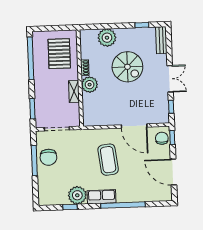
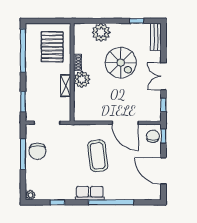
double door: (170, 79) -> (163, 76), swing flipped
plant: (77, 195) -> (30, 195), moved, width x0.53, depth x0.53

